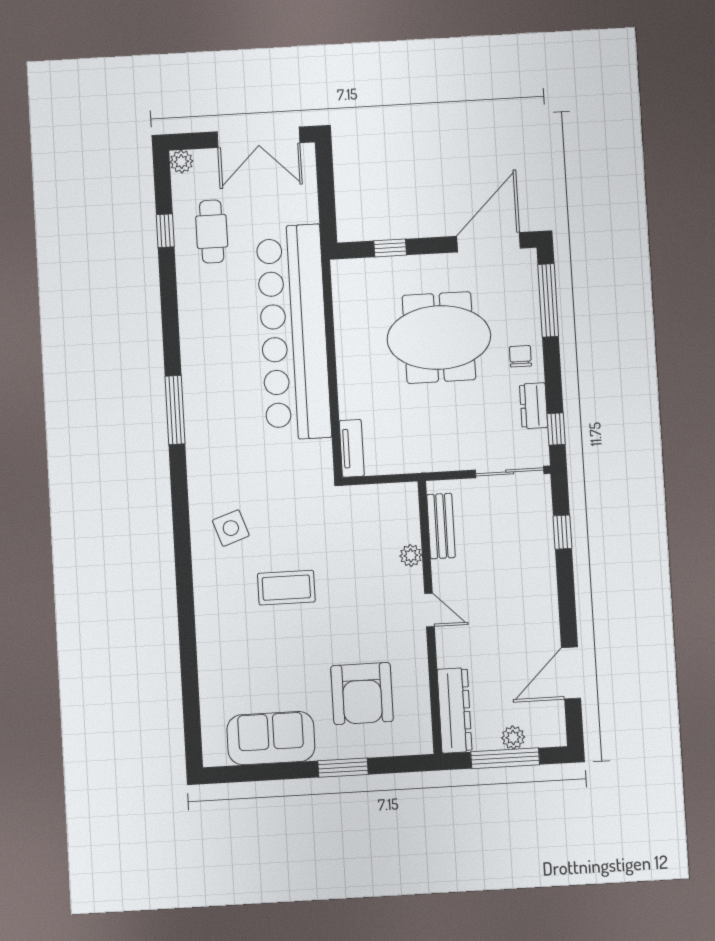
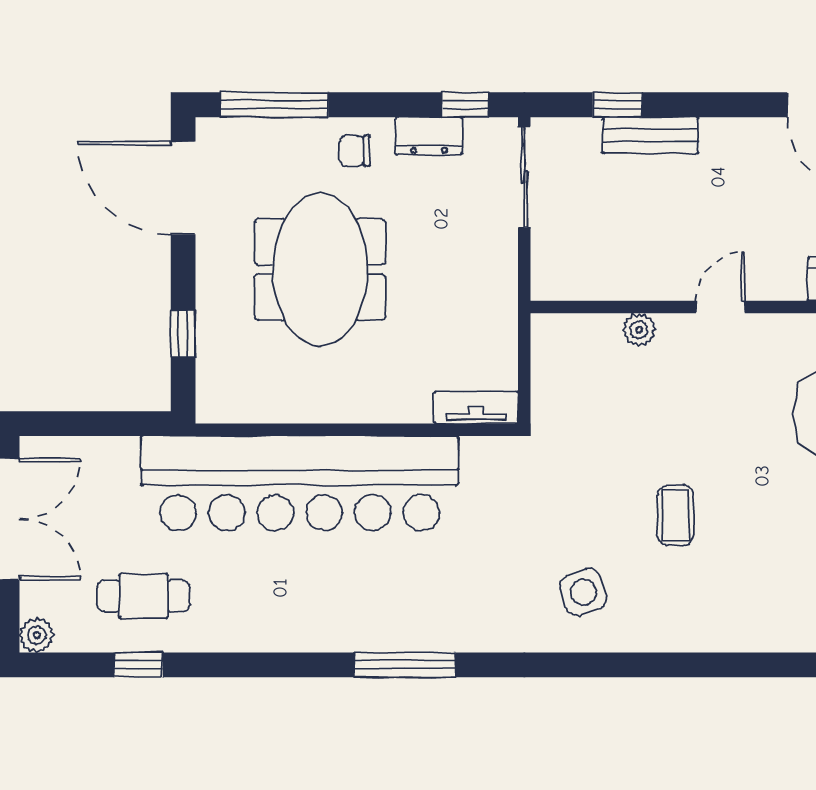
bench: (441, 526) -> (650, 135), moved
coffee table: (286, 588) -> (676, 515), width x0.73, depth x0.77

